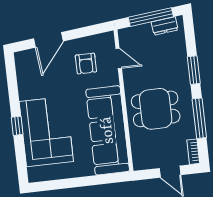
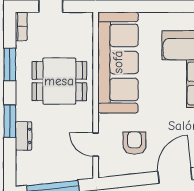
dresser: (165, 26) -> (24, 136), moved, turned 96
window: (199, 118) -> (10, 64), width x0.69

